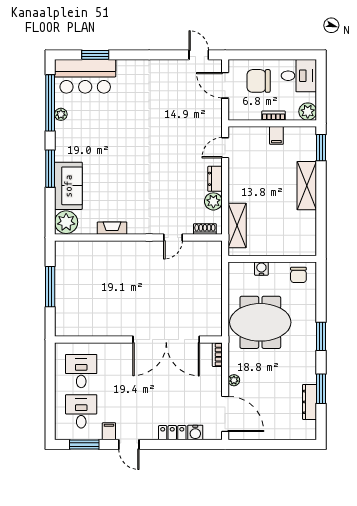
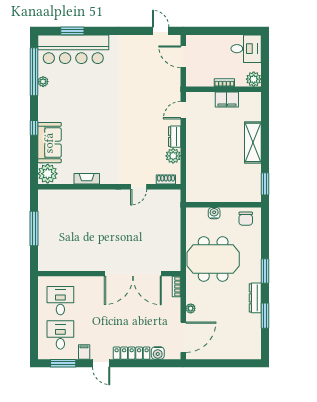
bar counter: (85, 76) -> (73, 49), width x1.36
chair: (259, 81) -> (212, 53), removed
filing cabinet: (276, 135) -> (227, 100), width x2.00
window: (321, 148) -> (265, 184), moved
window: (50, 169) -> (34, 128), width x0.46
shelving: (237, 225) -> (193, 176), removed
dresser: (310, 402) -> (255, 298), moved
door: (225, 414) -> (183, 337), hinge flipped
locker: (172, 433) -> (132, 353), width x1.53

